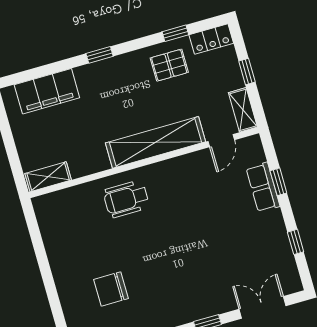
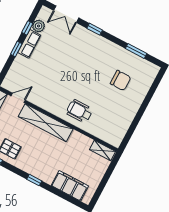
window: (278, 182) -> (16, 49), moved
row of seats: (263, 187) -> (29, 44), moved
wheelchair: (126, 199) -> (79, 111), turned 180
plant: (284, 258) -> (39, 26), added

